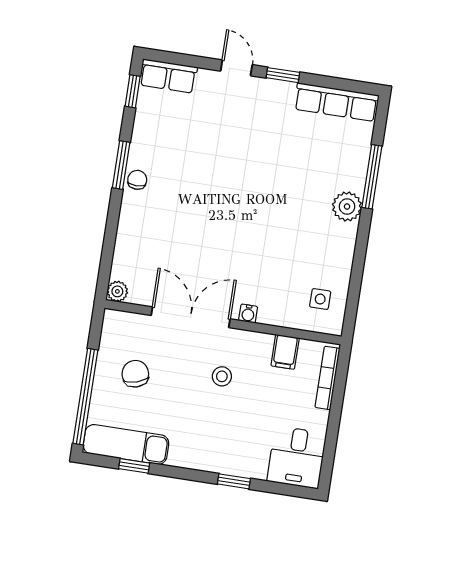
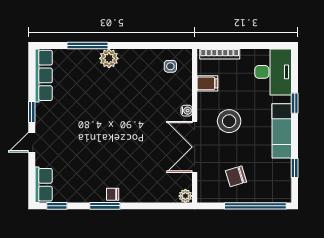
stool: (222, 376) -> (229, 121), width x1.89, depth x1.89
exam couch: (126, 444) -> (282, 131), moved
desk: (297, 457) -> (273, 72), width x1.37

